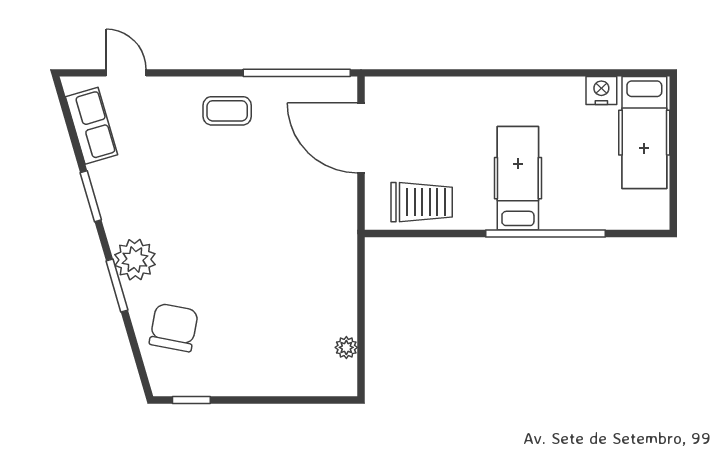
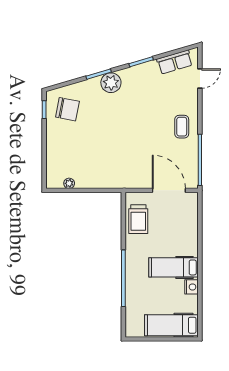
nightstand: (601, 90) -> (191, 287), moved
door: (361, 138) -> (169, 190), hinge flipped
hospital bed: (518, 178) -> (173, 267), moved, turned 180
chair: (174, 328) -> (67, 109), moved

